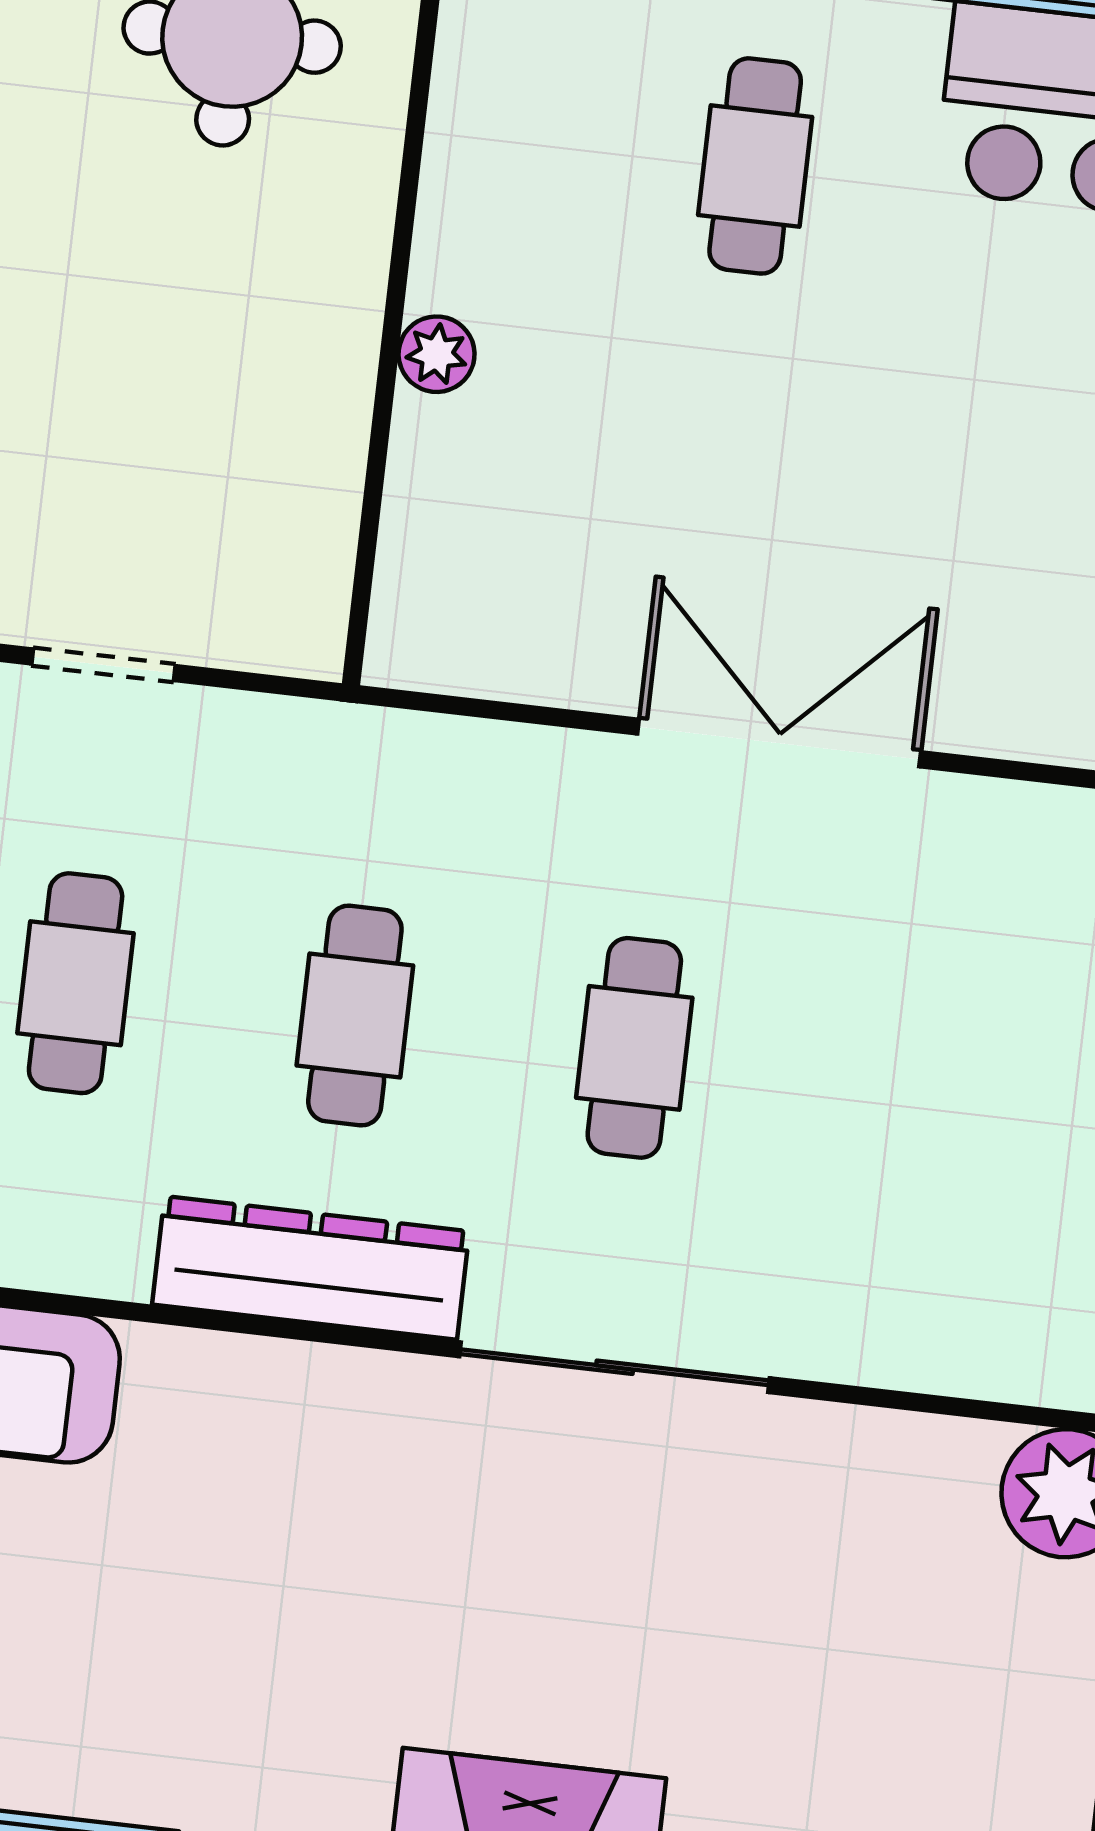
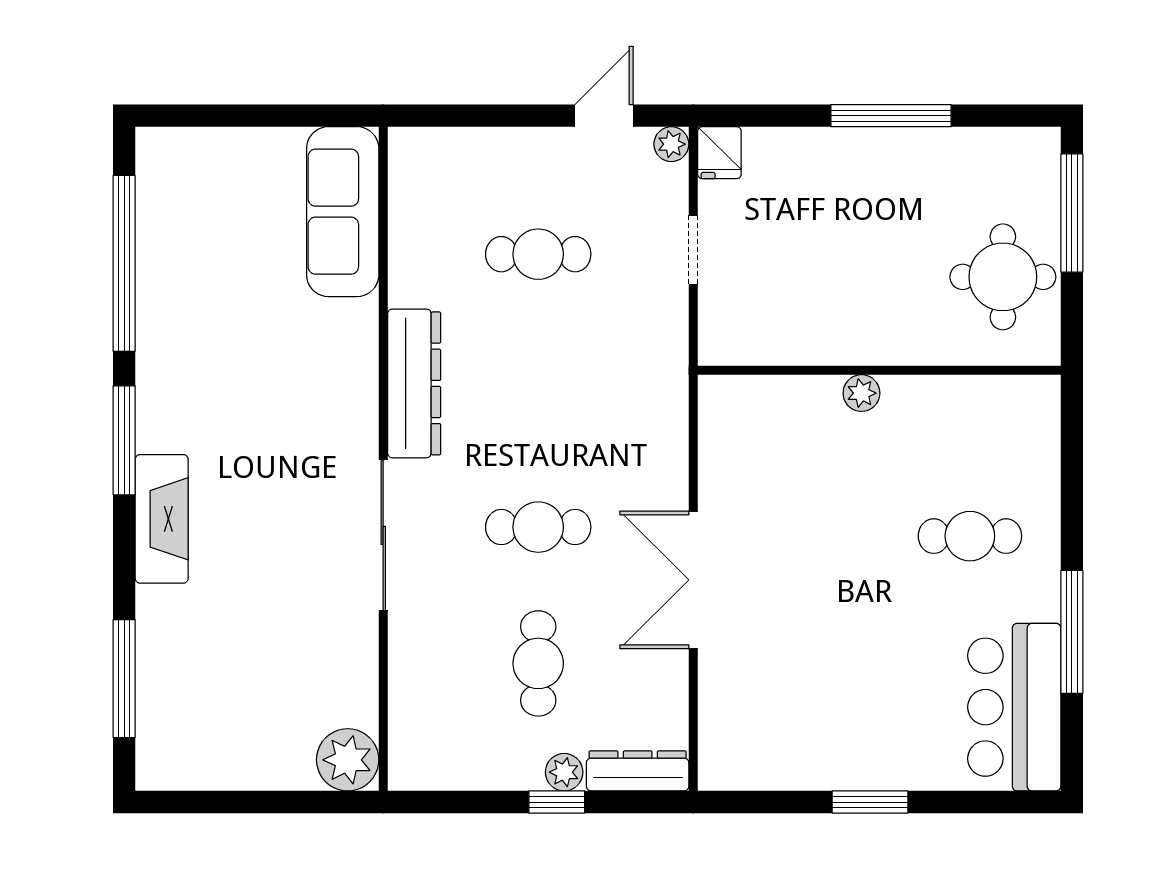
double door: (779, 743) -> (693, 580), swing flipped
cafe table: (355, 1016) -> (538, 663), moved, turned 90

